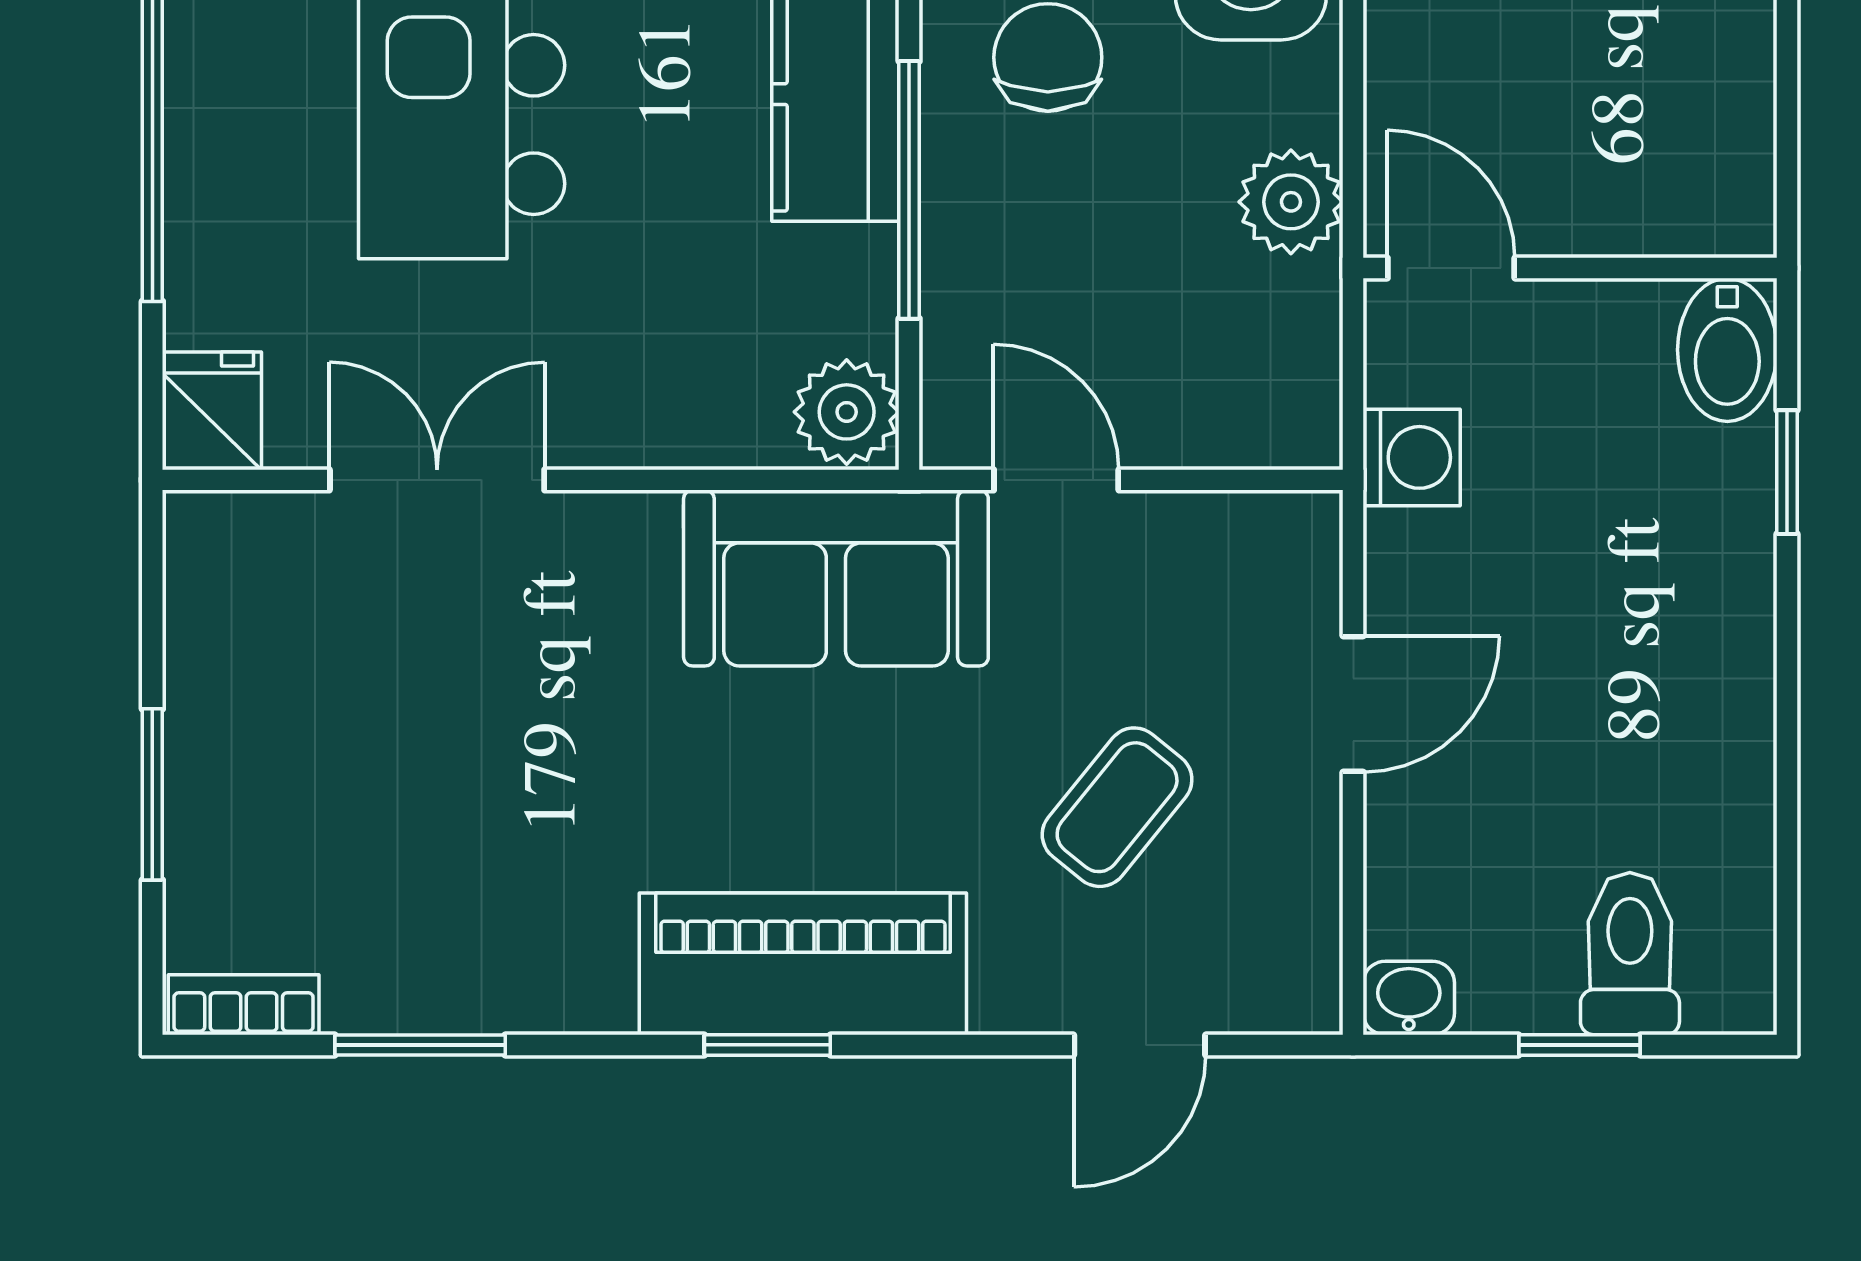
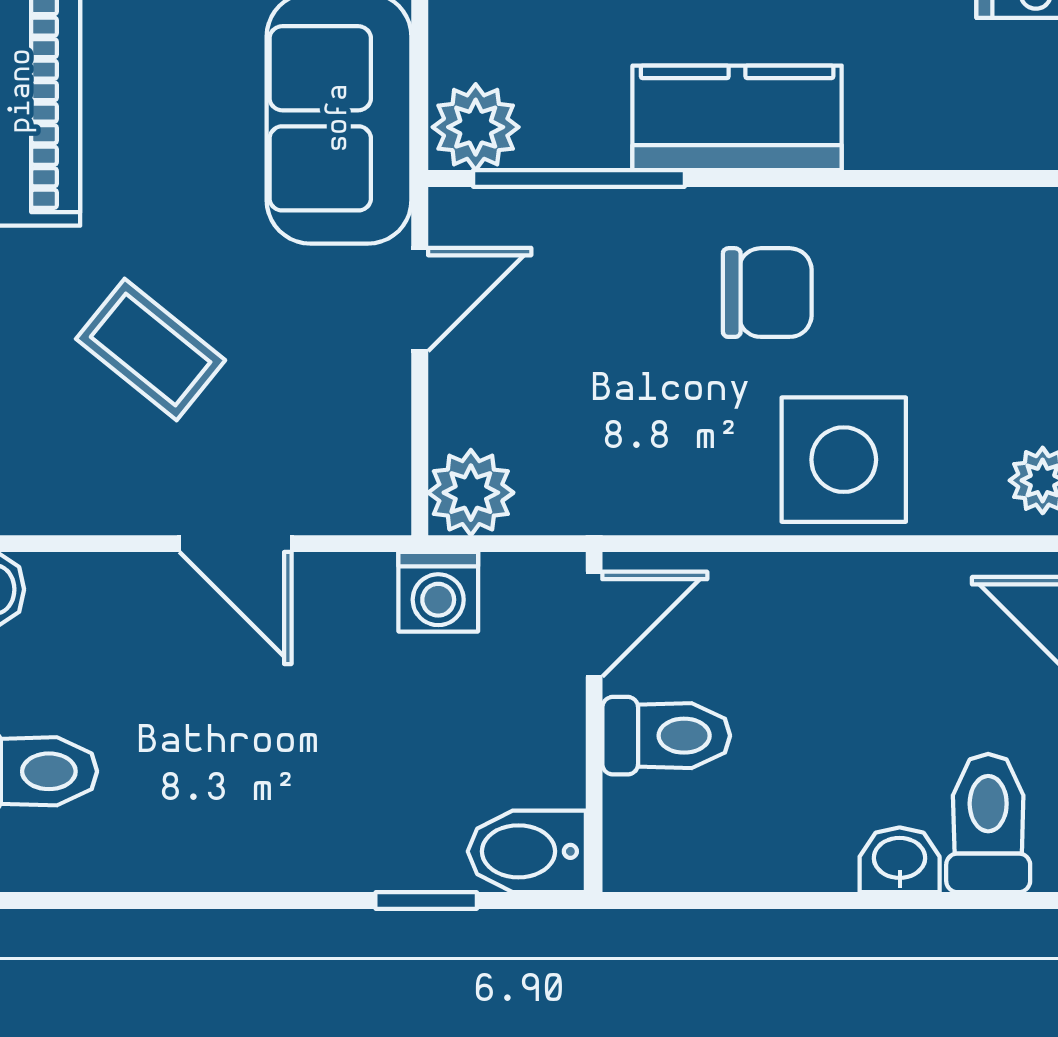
toilet: (1587, 180) -> (666, 736), added
window: (909, 190) -> (579, 178), moved
plant: (1291, 202) -> (471, 493), moved

